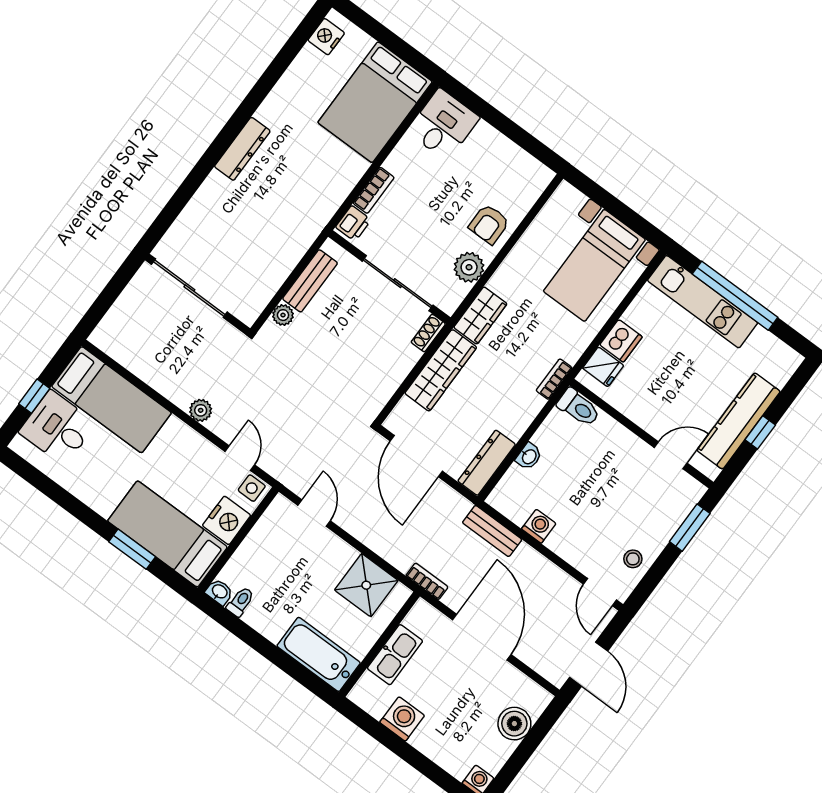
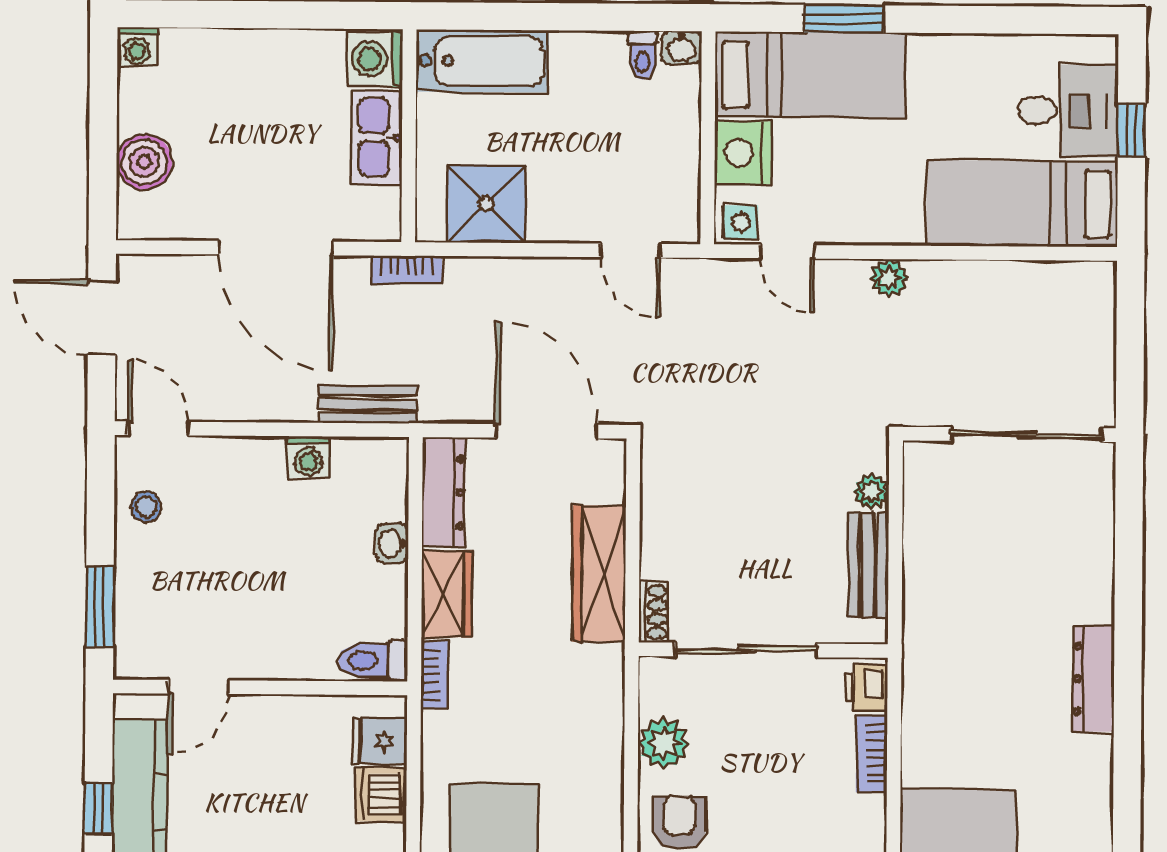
wardrobe: (480, 315) -> (447, 594), moved, turned 180
washing machine: (402, 719) -> (375, 59), moved, turned 90

